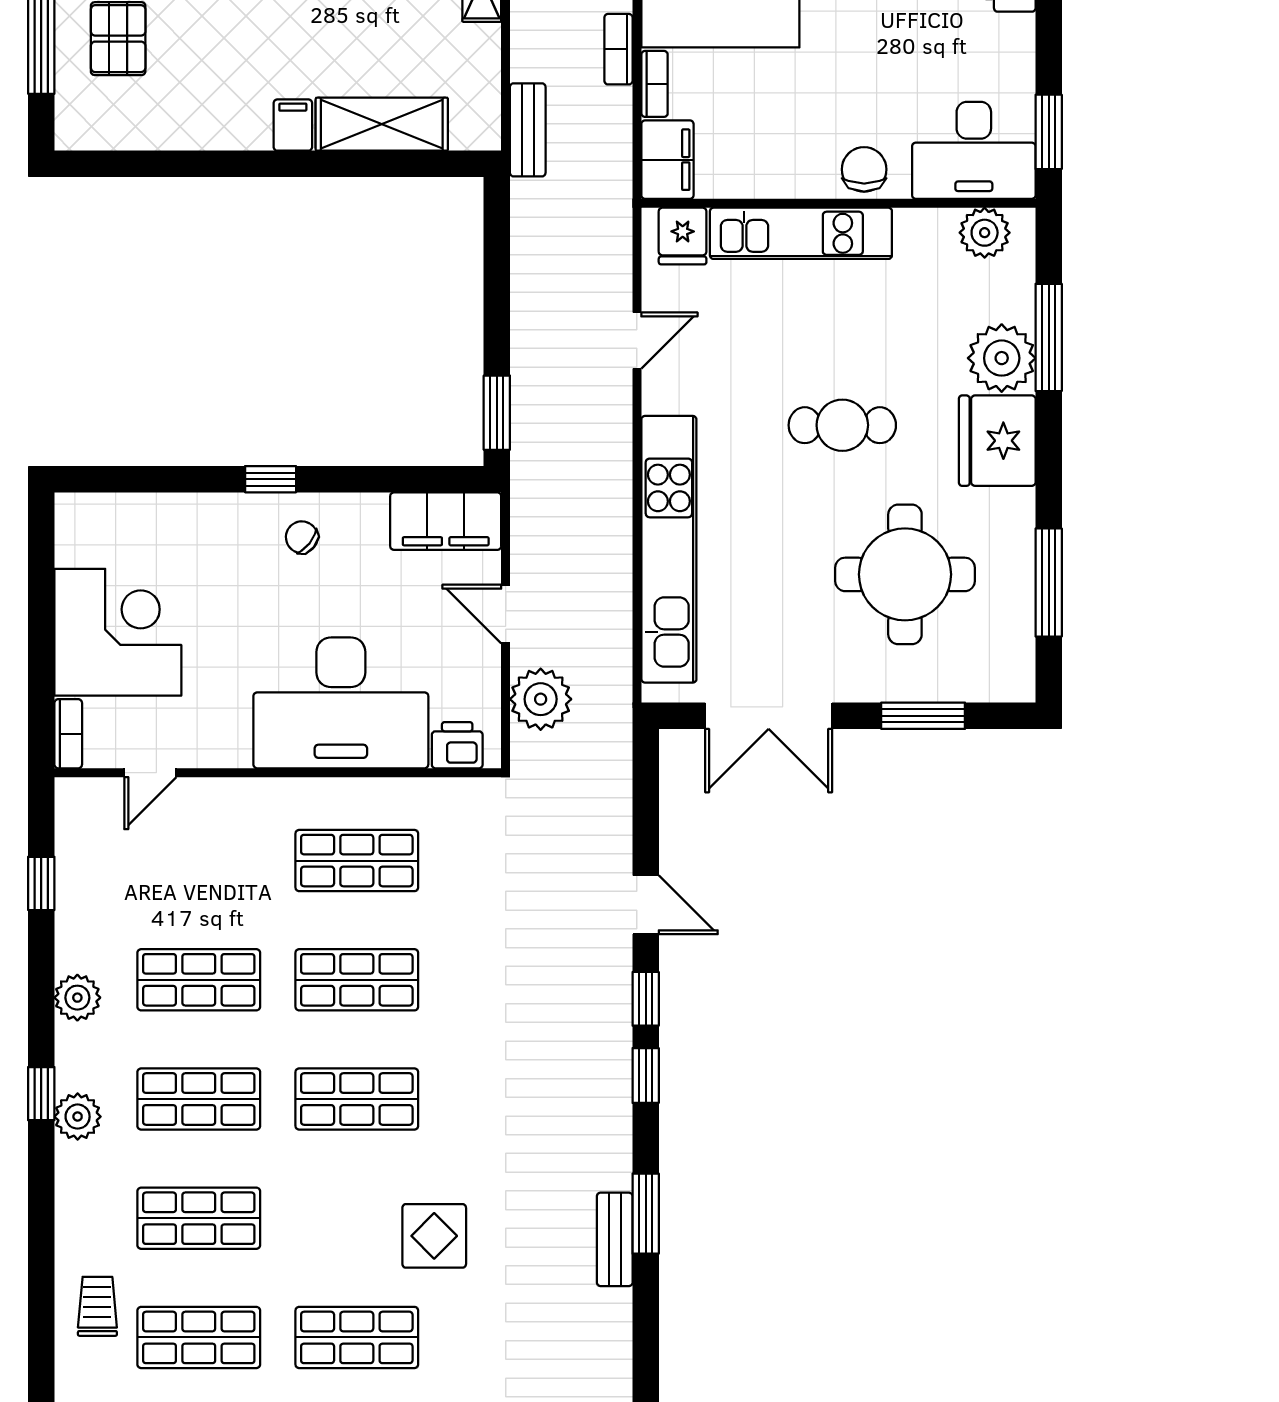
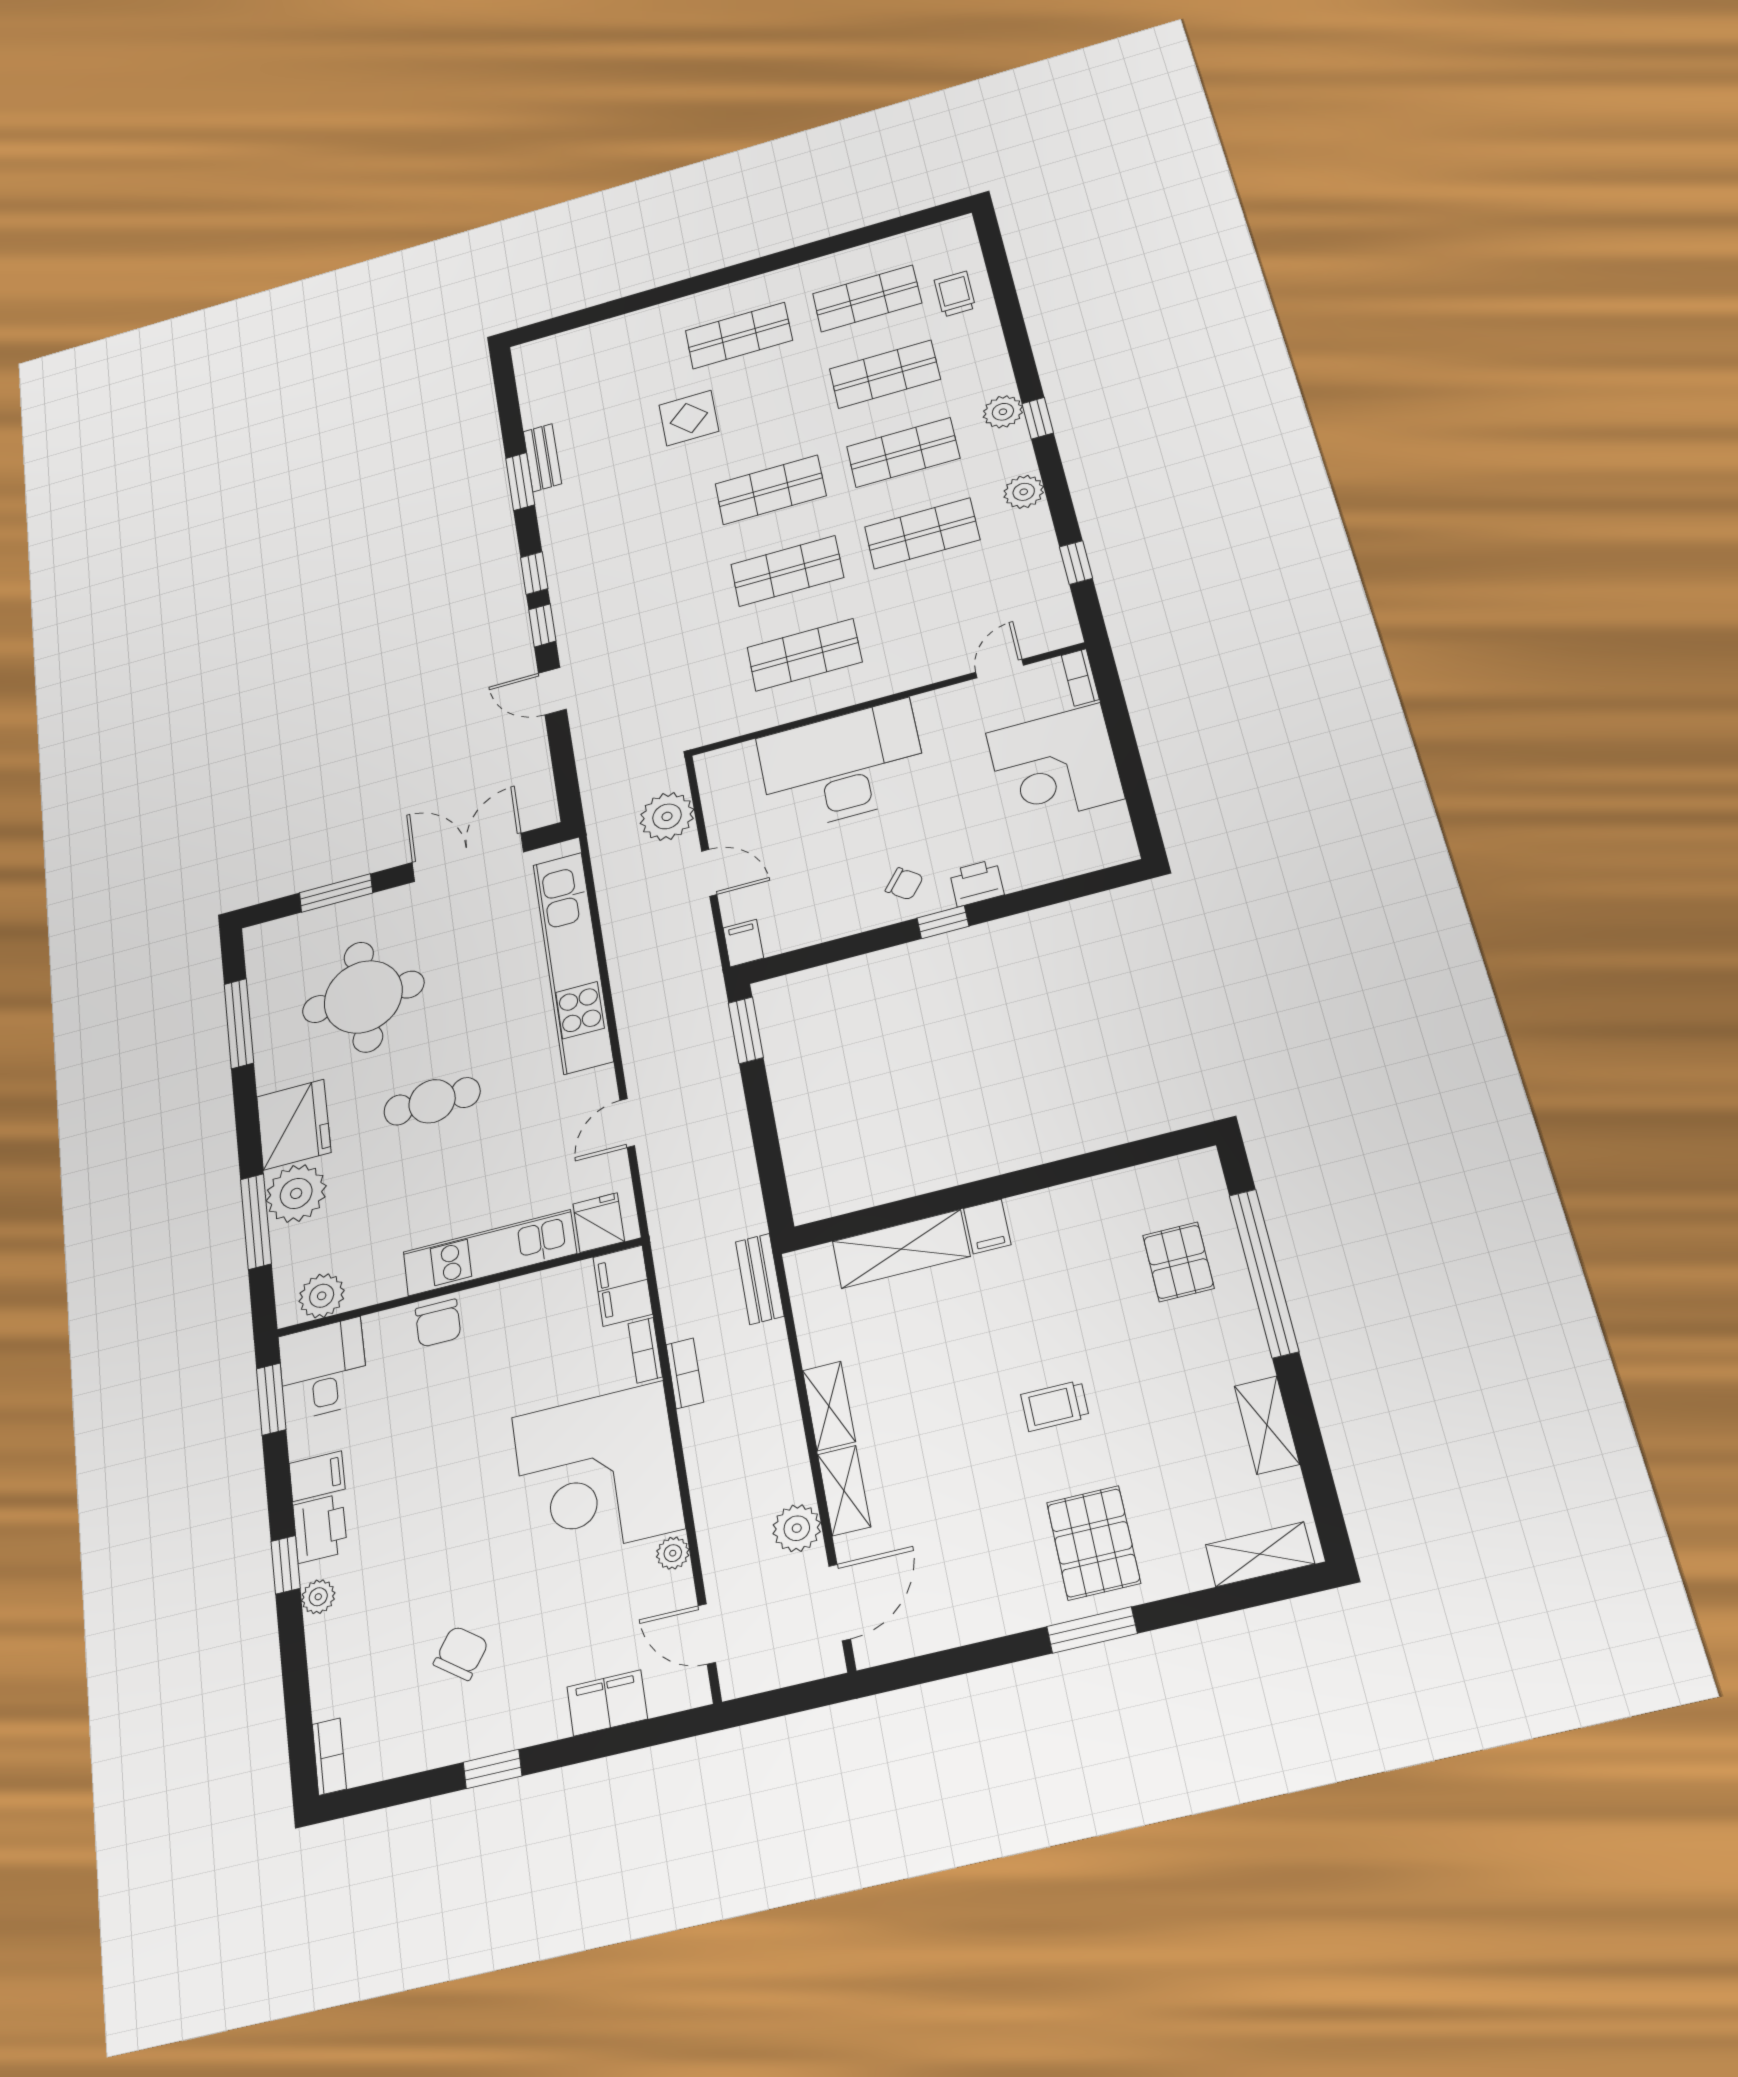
filing cabinet: (1008, 36) -> (317, 1476), added
desk: (974, 150) -> (323, 1369), width x0.73
filing cabinet: (446, 521) -> (743, 943), width x0.33, depth x0.86
printer: (457, 745) -> (977, 883), moved, turned 180
trolley: (97, 1306) -> (955, 294), turned 180

